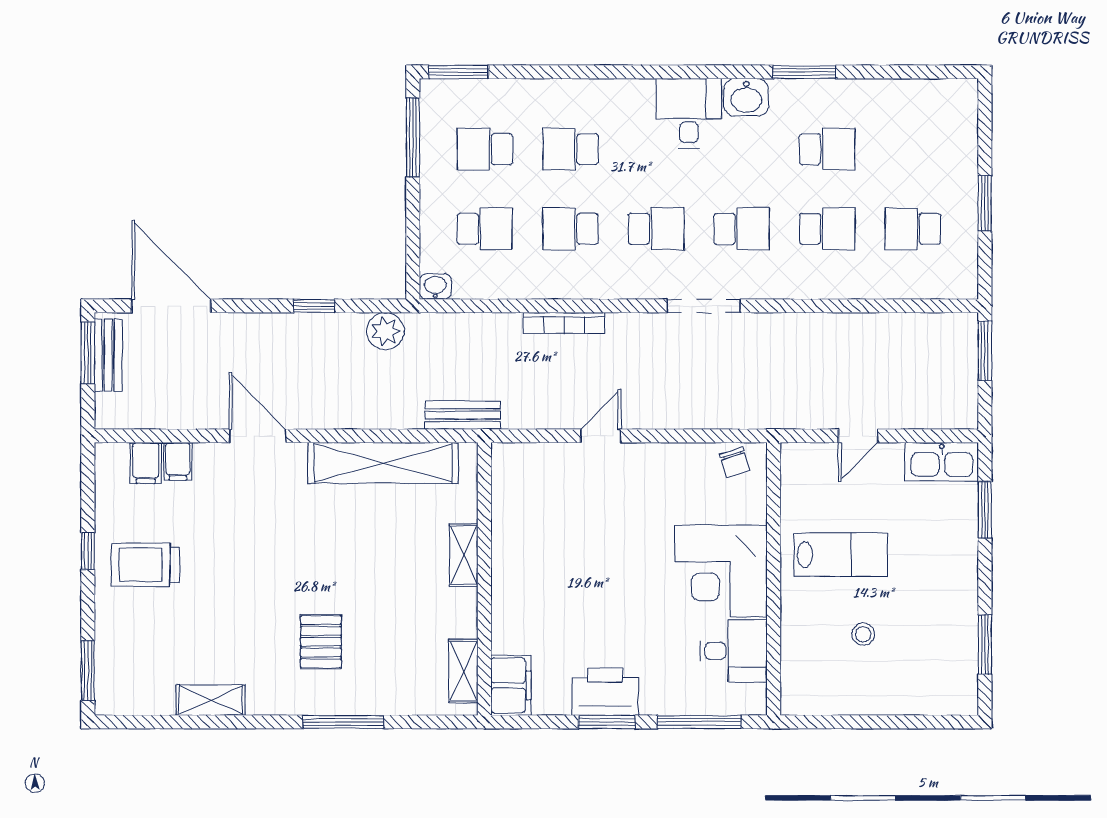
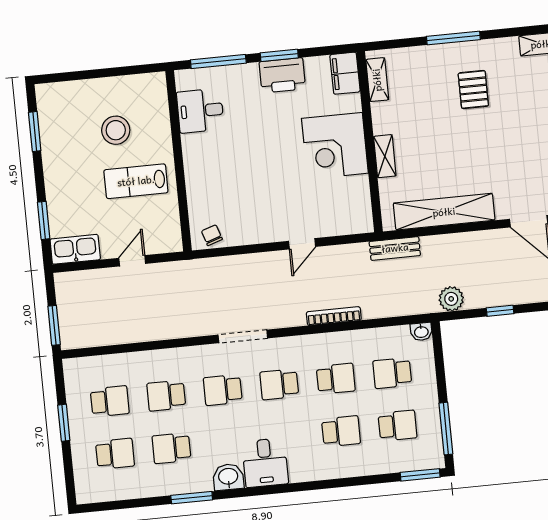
school desk: (913, 149) -> (115, 454), added
corner desk: (721, 571) -> (335, 146), moved, turned 180
stool: (863, 634) -> (116, 130), width x1.89, depth x1.89

